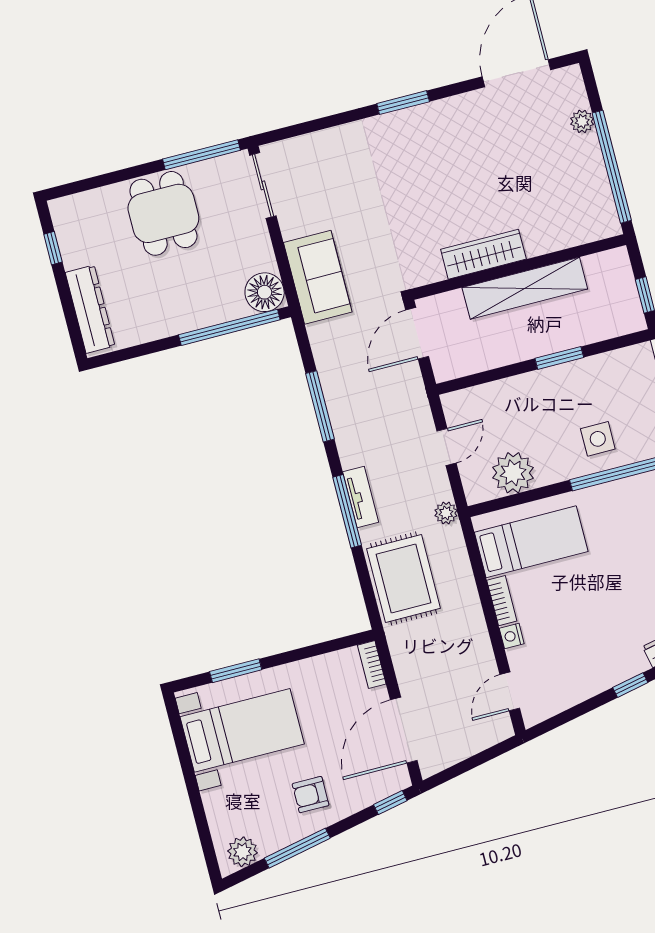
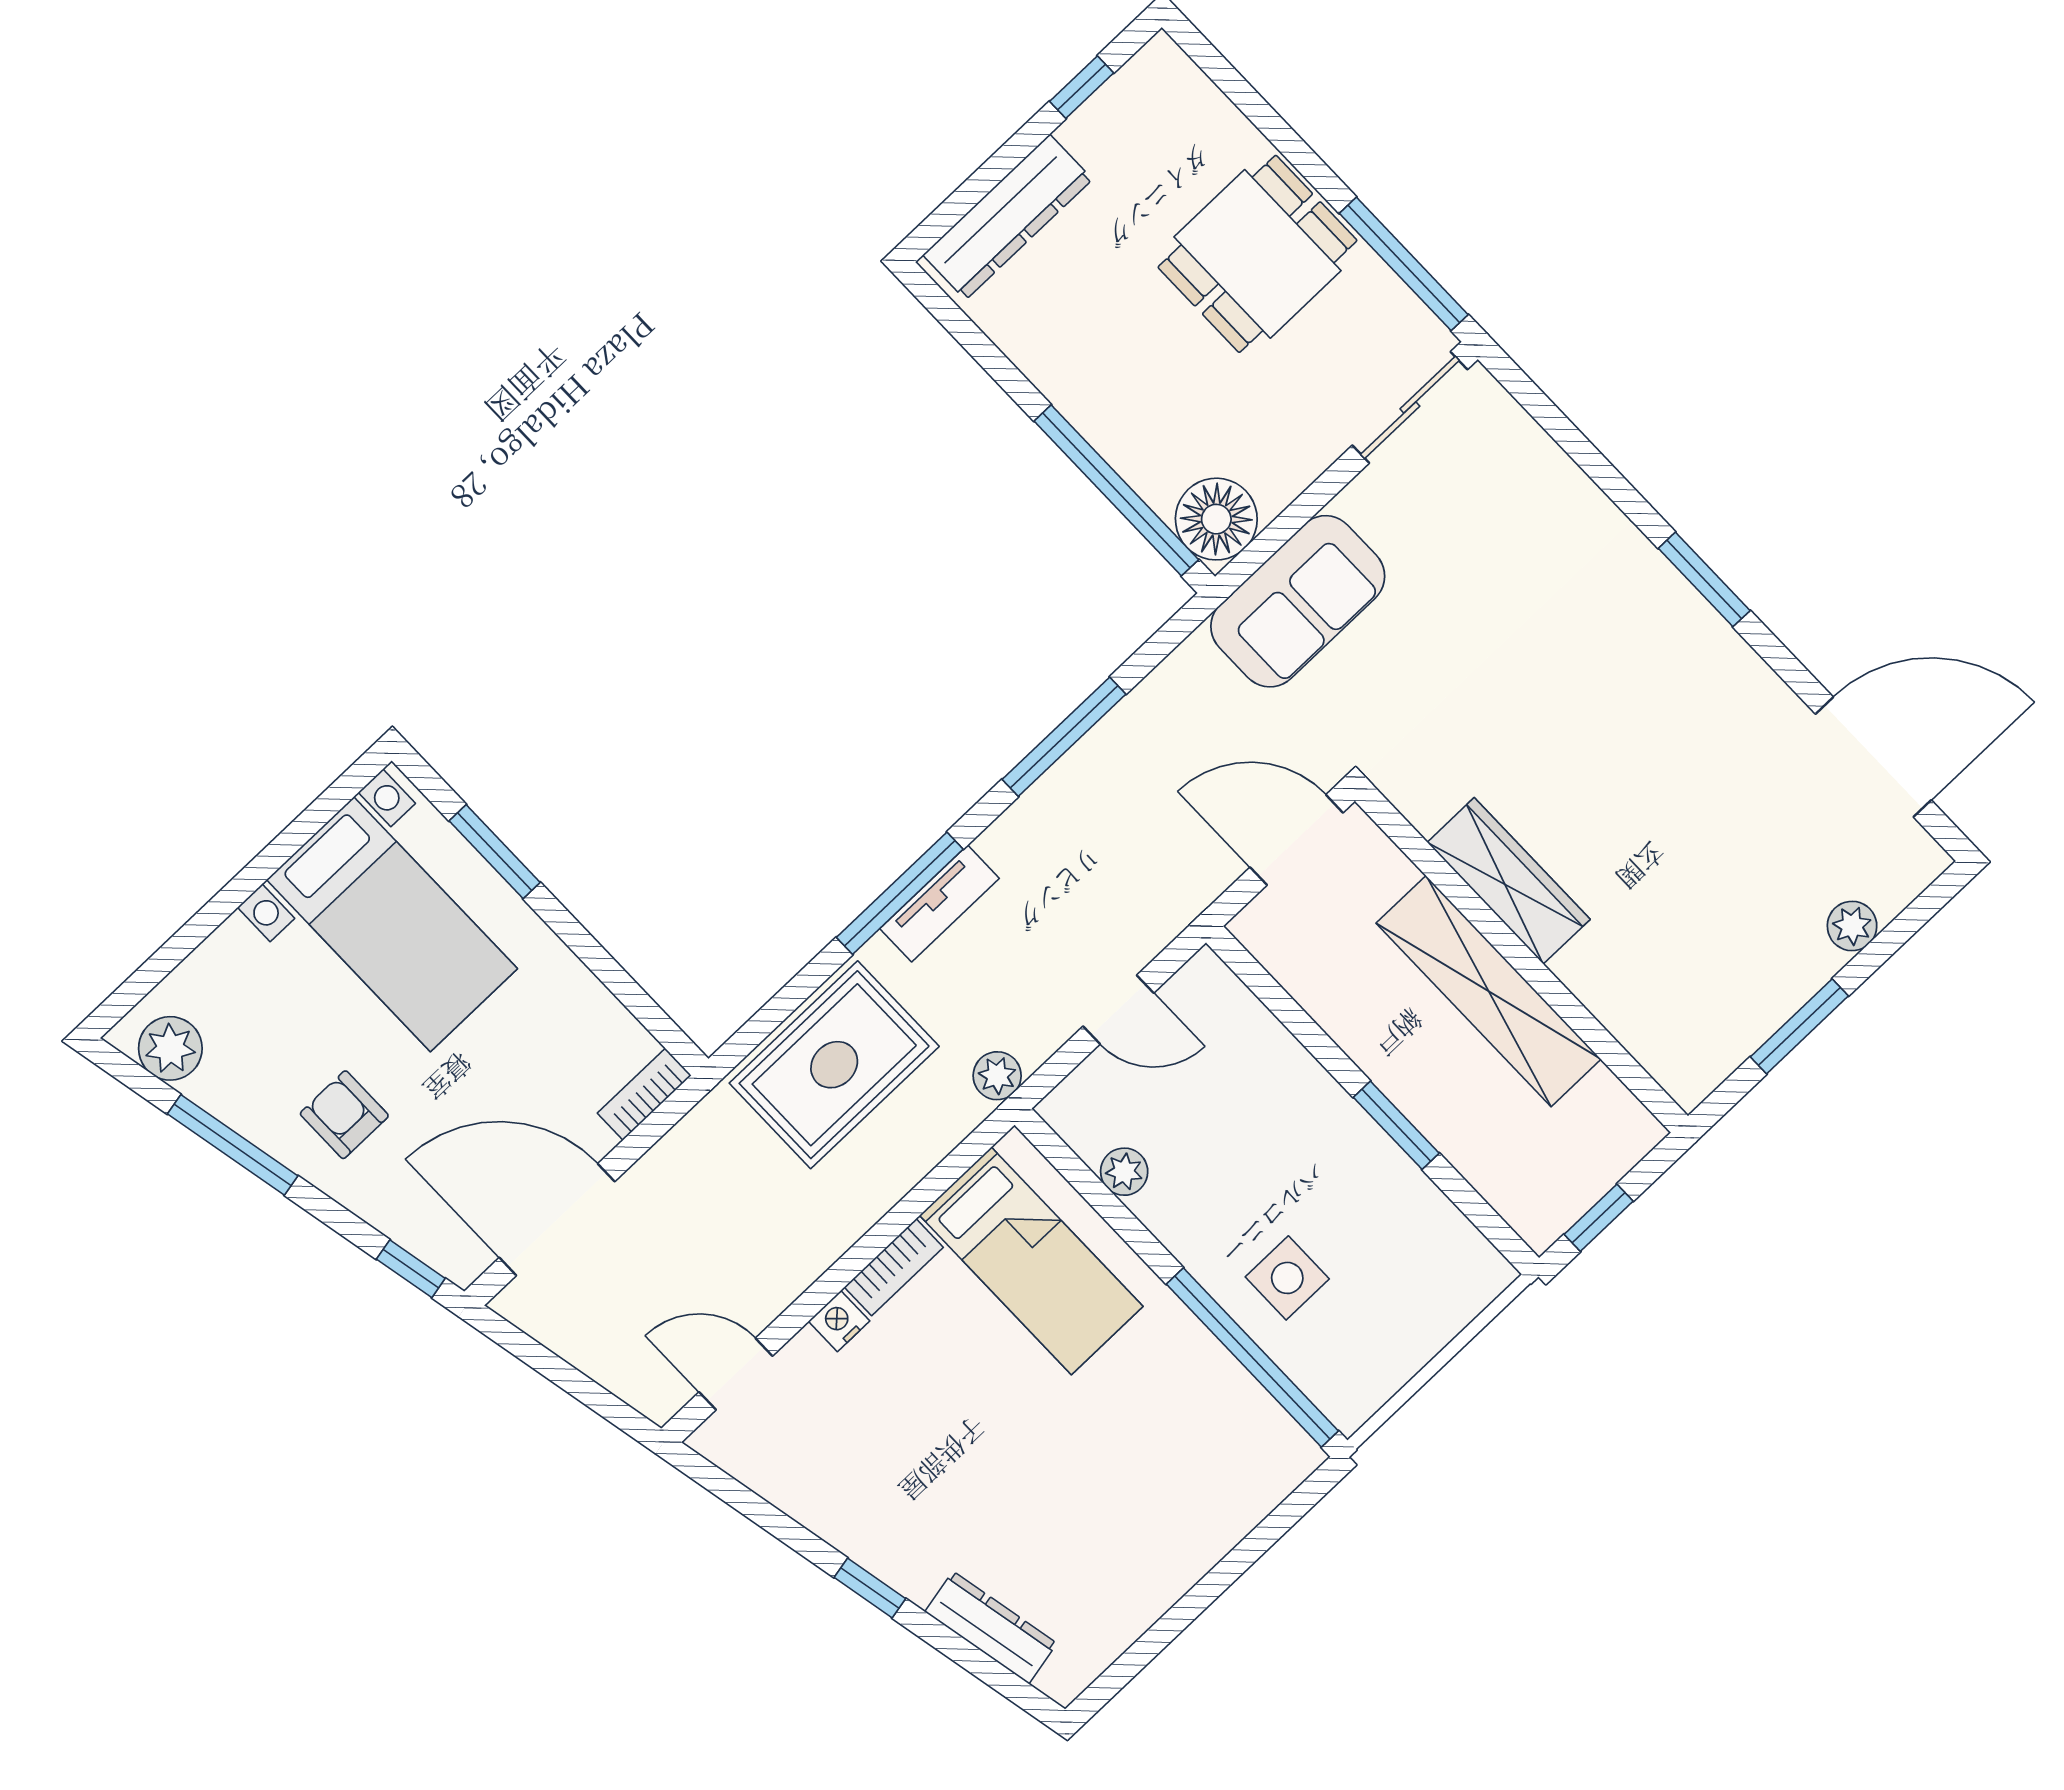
window: (612, 167) -> (1799, 1026), width x0.47
plant: (513, 473) -> (1124, 1172), width x0.53, depth x0.53

